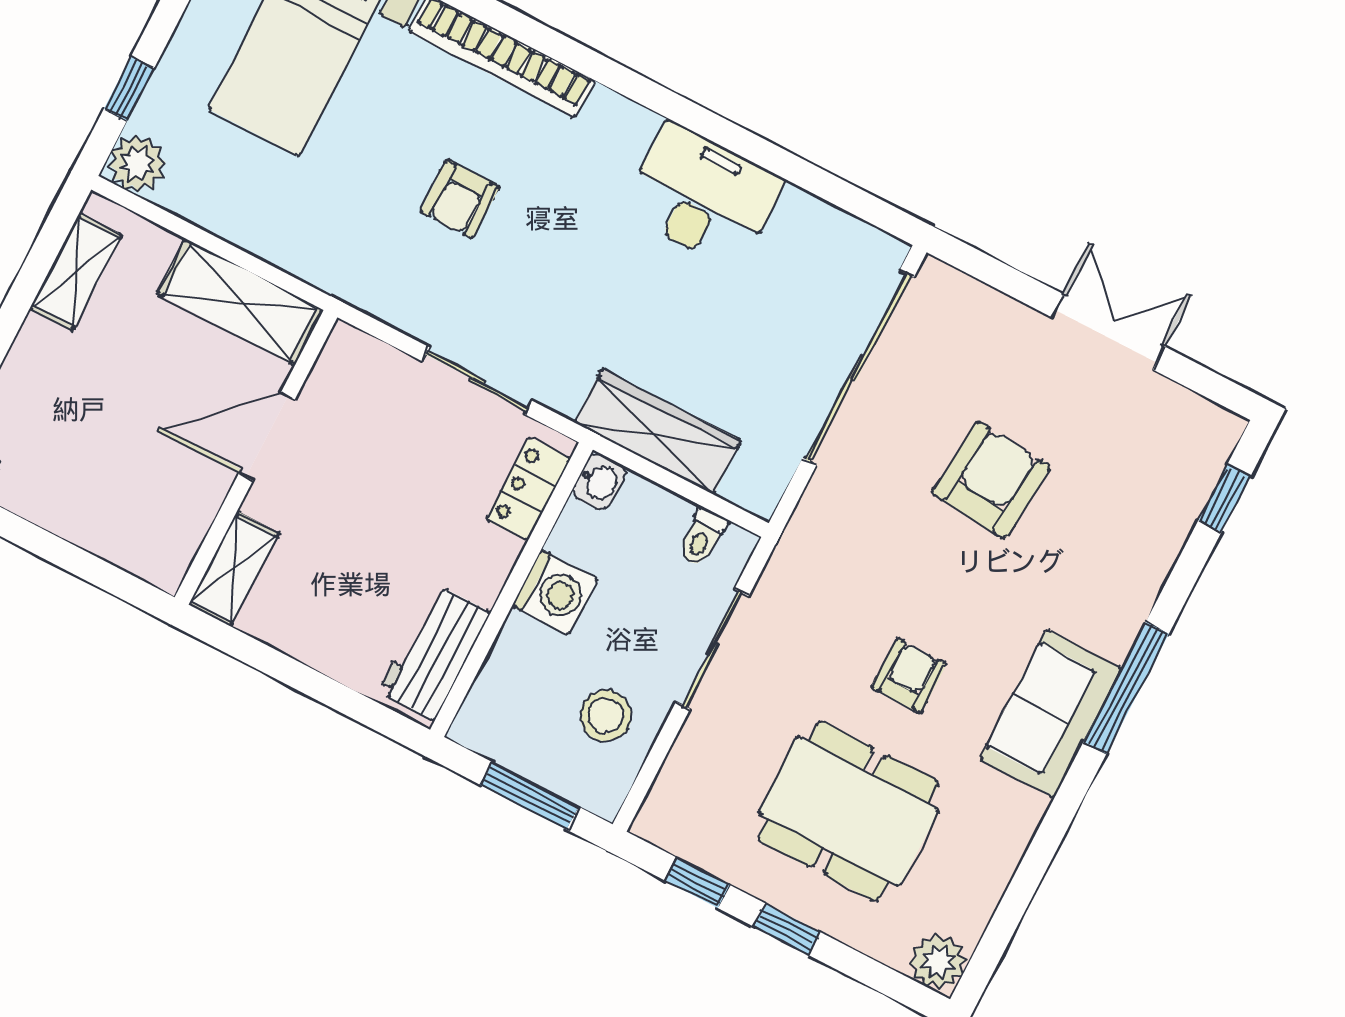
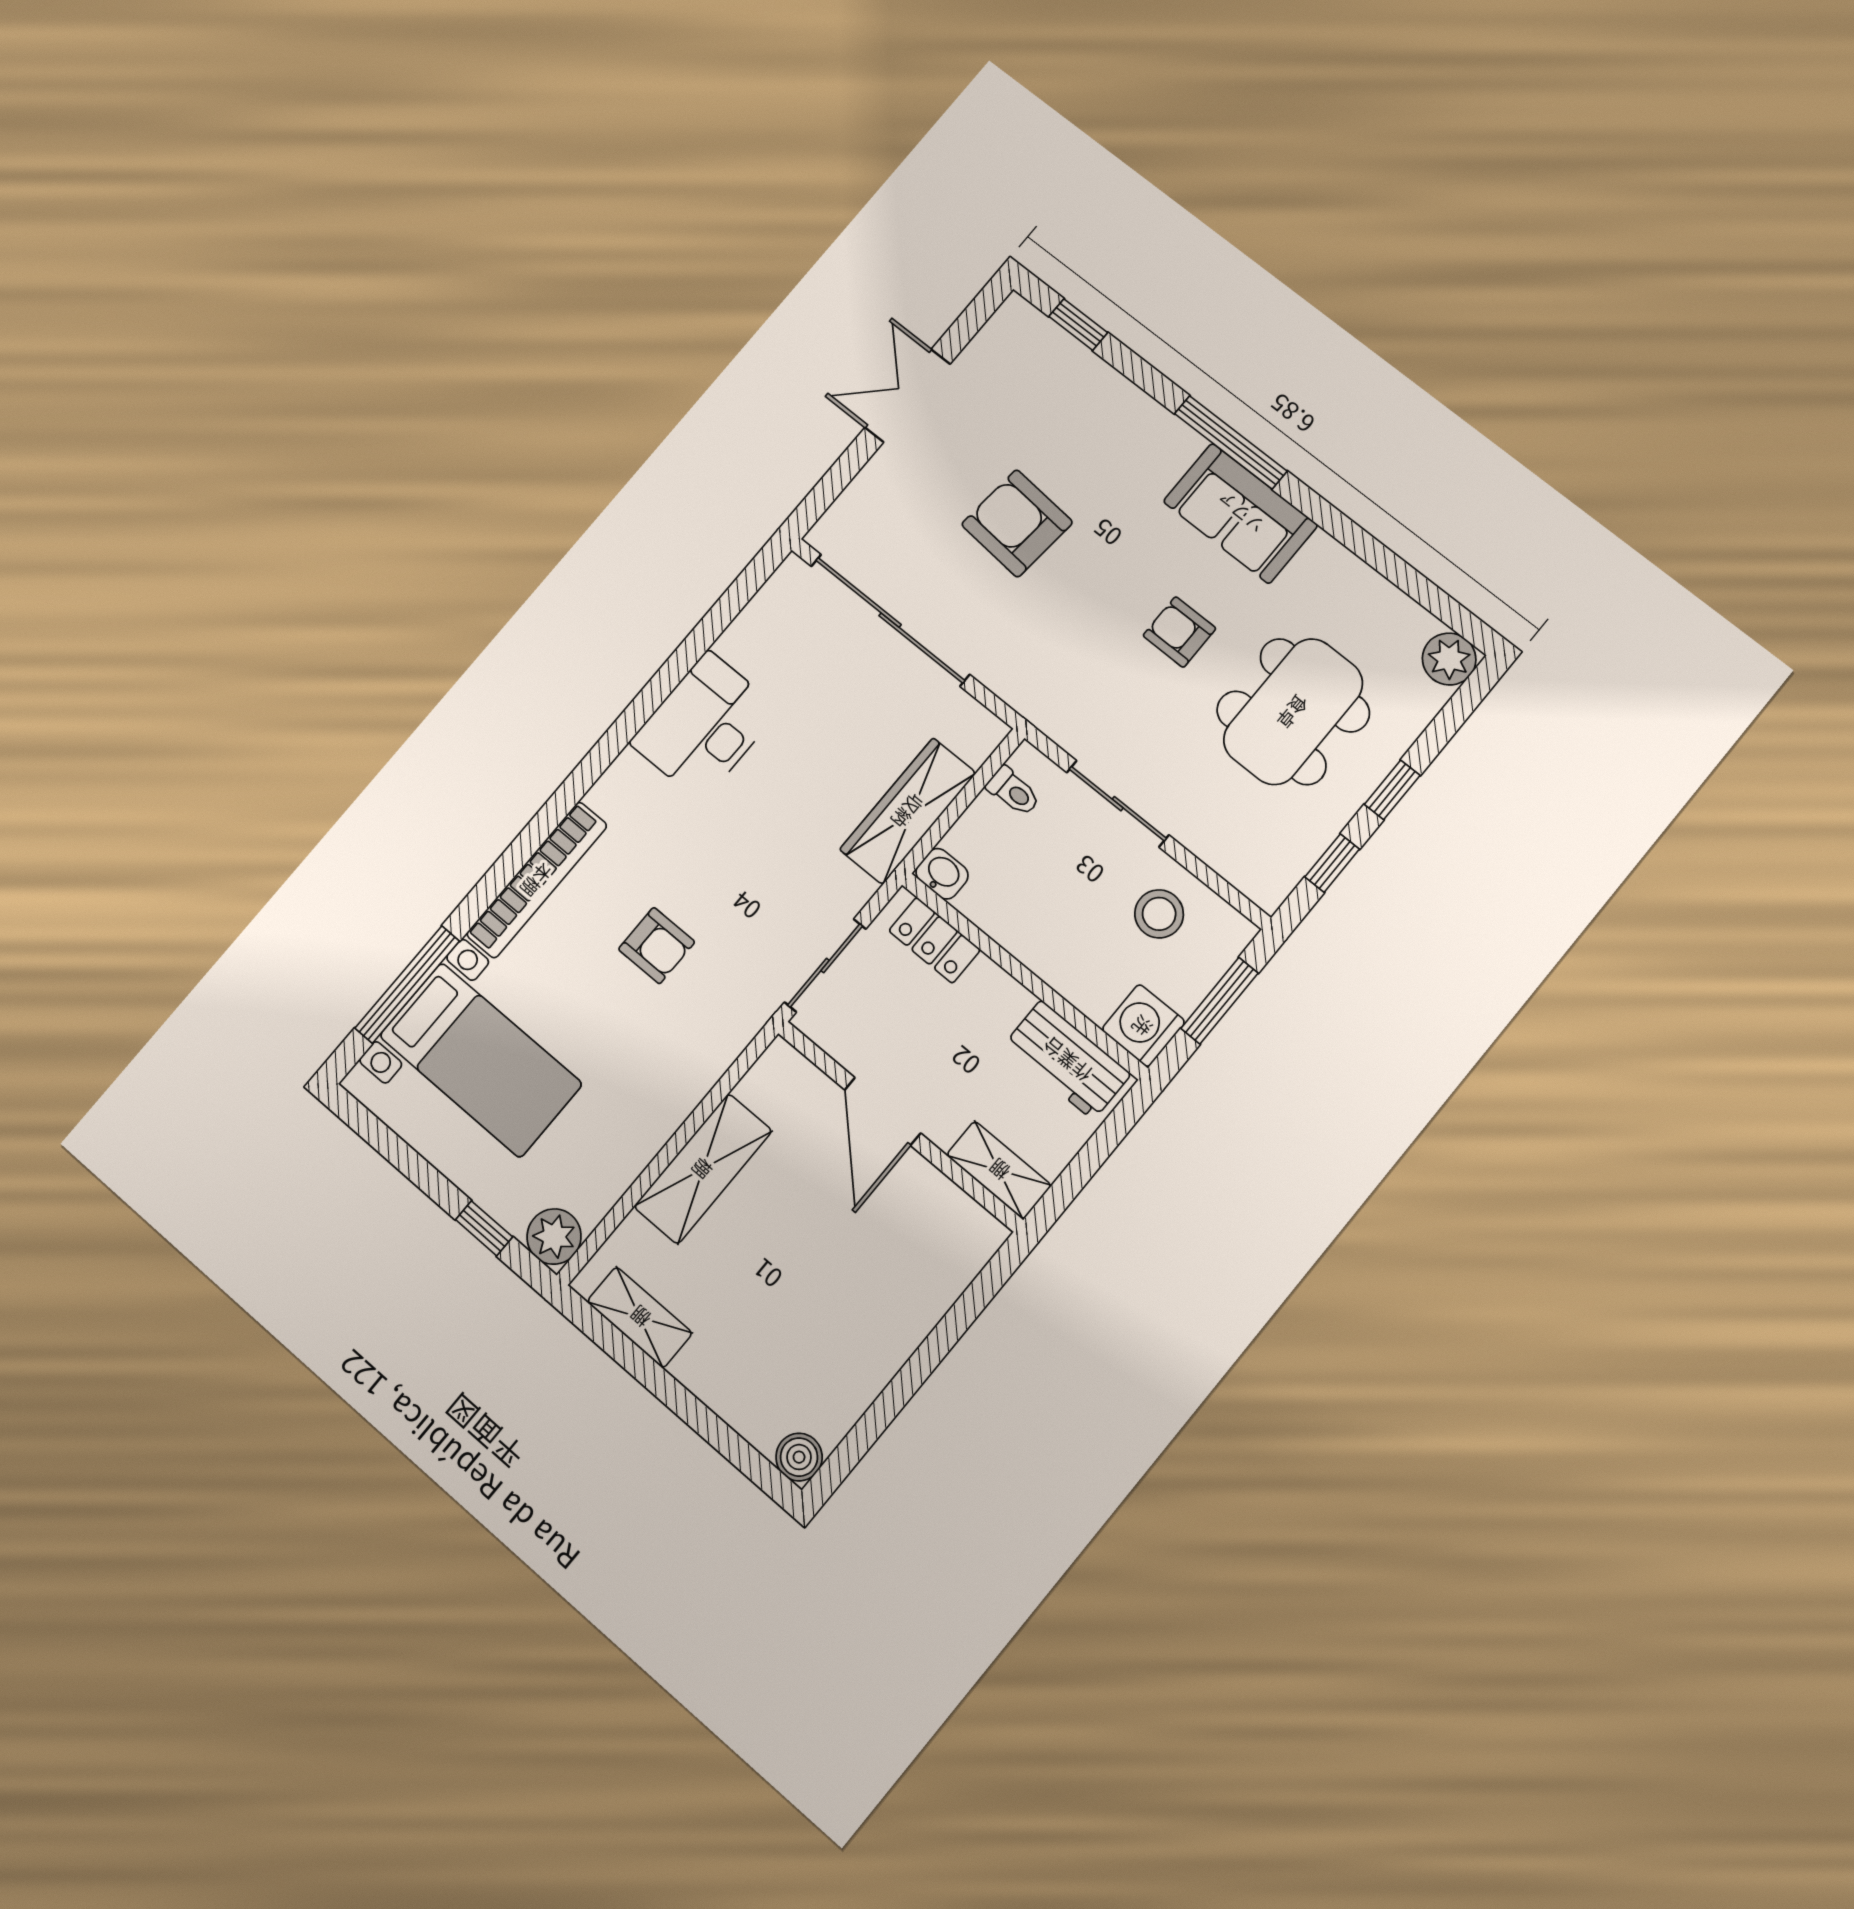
door: (267, 436) -> (883, 1111), moved
wall: (256, 457) -> (900, 1126), moved
shelving: (234, 569) -> (999, 1170), moved
washing machine: (555, 592) -> (1143, 1026), moved, turned -90

